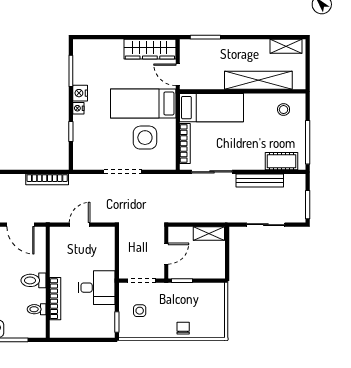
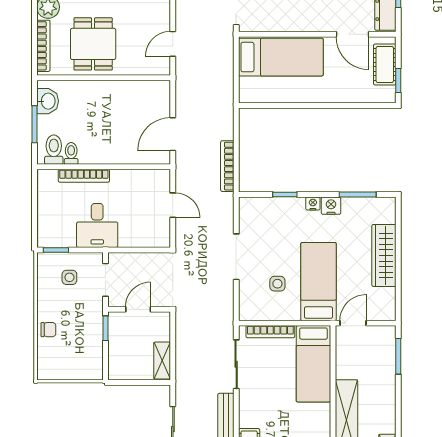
wardrobe: (150, 49) -> (384, 255), moved
side table: (145, 138) -> (277, 284), width x0.54, depth x0.54
door: (166, 254) -> (138, 309), swing flipped
toilet: (33, 280) -> (54, 150), moved

